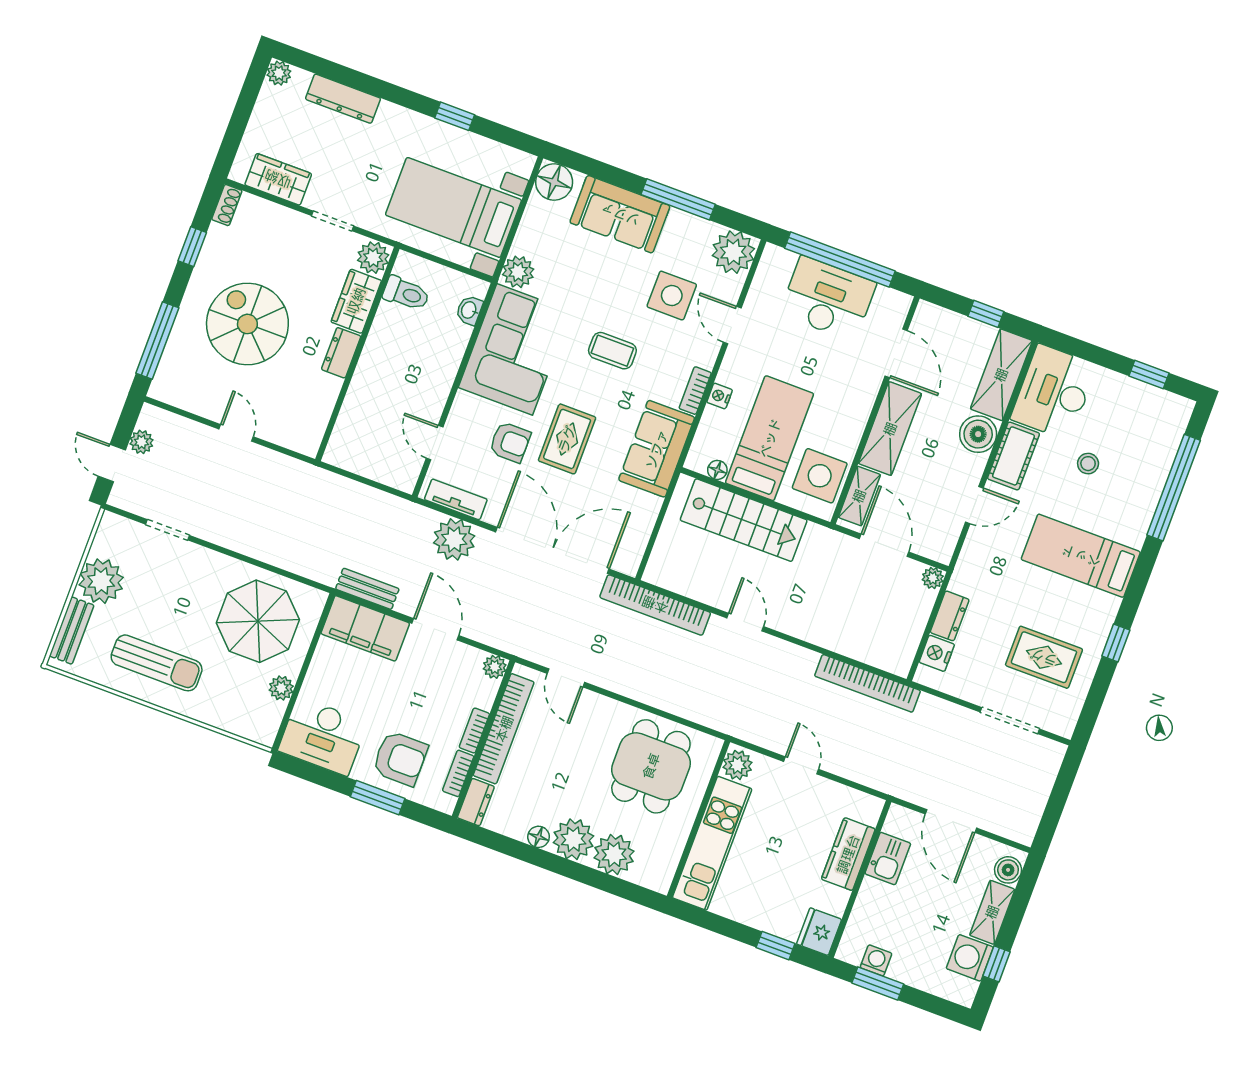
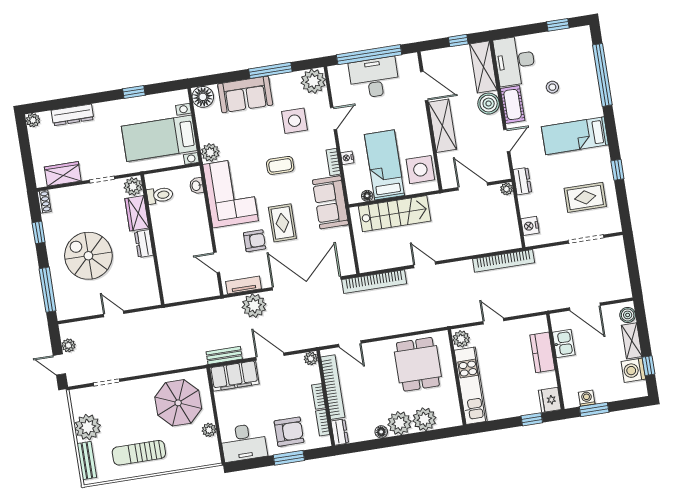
door: (732, 325) -> (333, 118), swing flipped
shelving: (859, 496) -> (446, 169), removed
dresser: (950, 616) -> (522, 181), moved
sun lounger: (157, 663) -> (139, 453), turned 180

